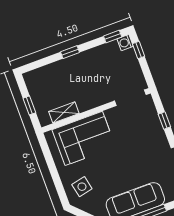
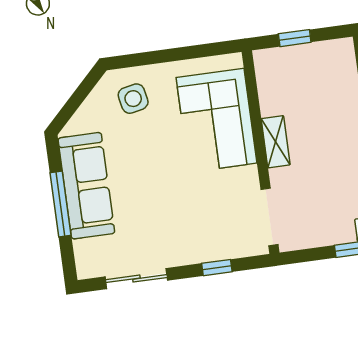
shelving: (64, 112) -> (276, 142), moved

